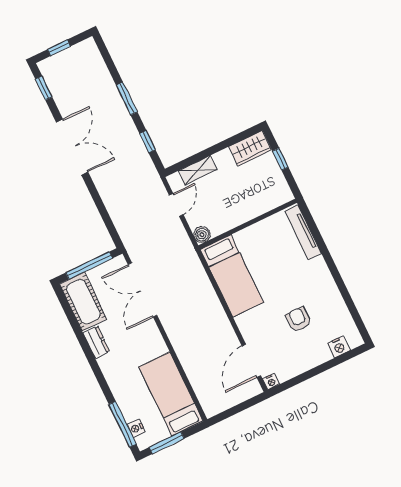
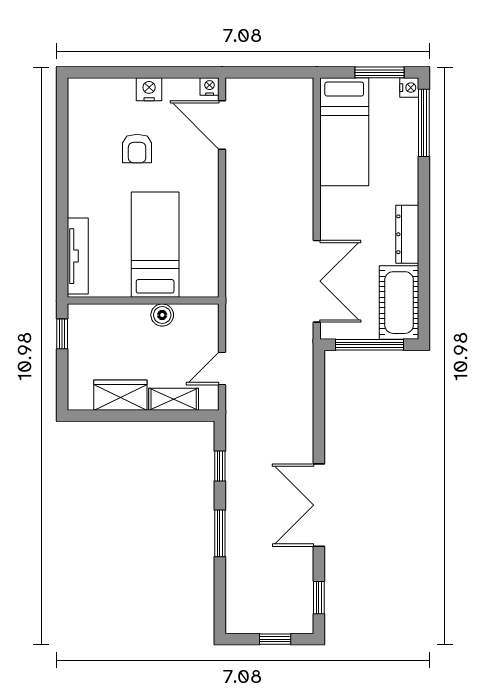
wardrobe: (250, 148) -> (120, 395), moved
window: (280, 159) -> (62, 334), moved
boiler: (202, 235) -> (162, 315), moved
bed: (232, 276) -> (155, 245), moved
dresser: (96, 342) -> (407, 234), width x1.44
nightstand: (339, 347) -> (149, 89), moved
door: (251, 361) -> (222, 125), swing flipped
nightstand: (136, 428) -> (409, 88), moved

